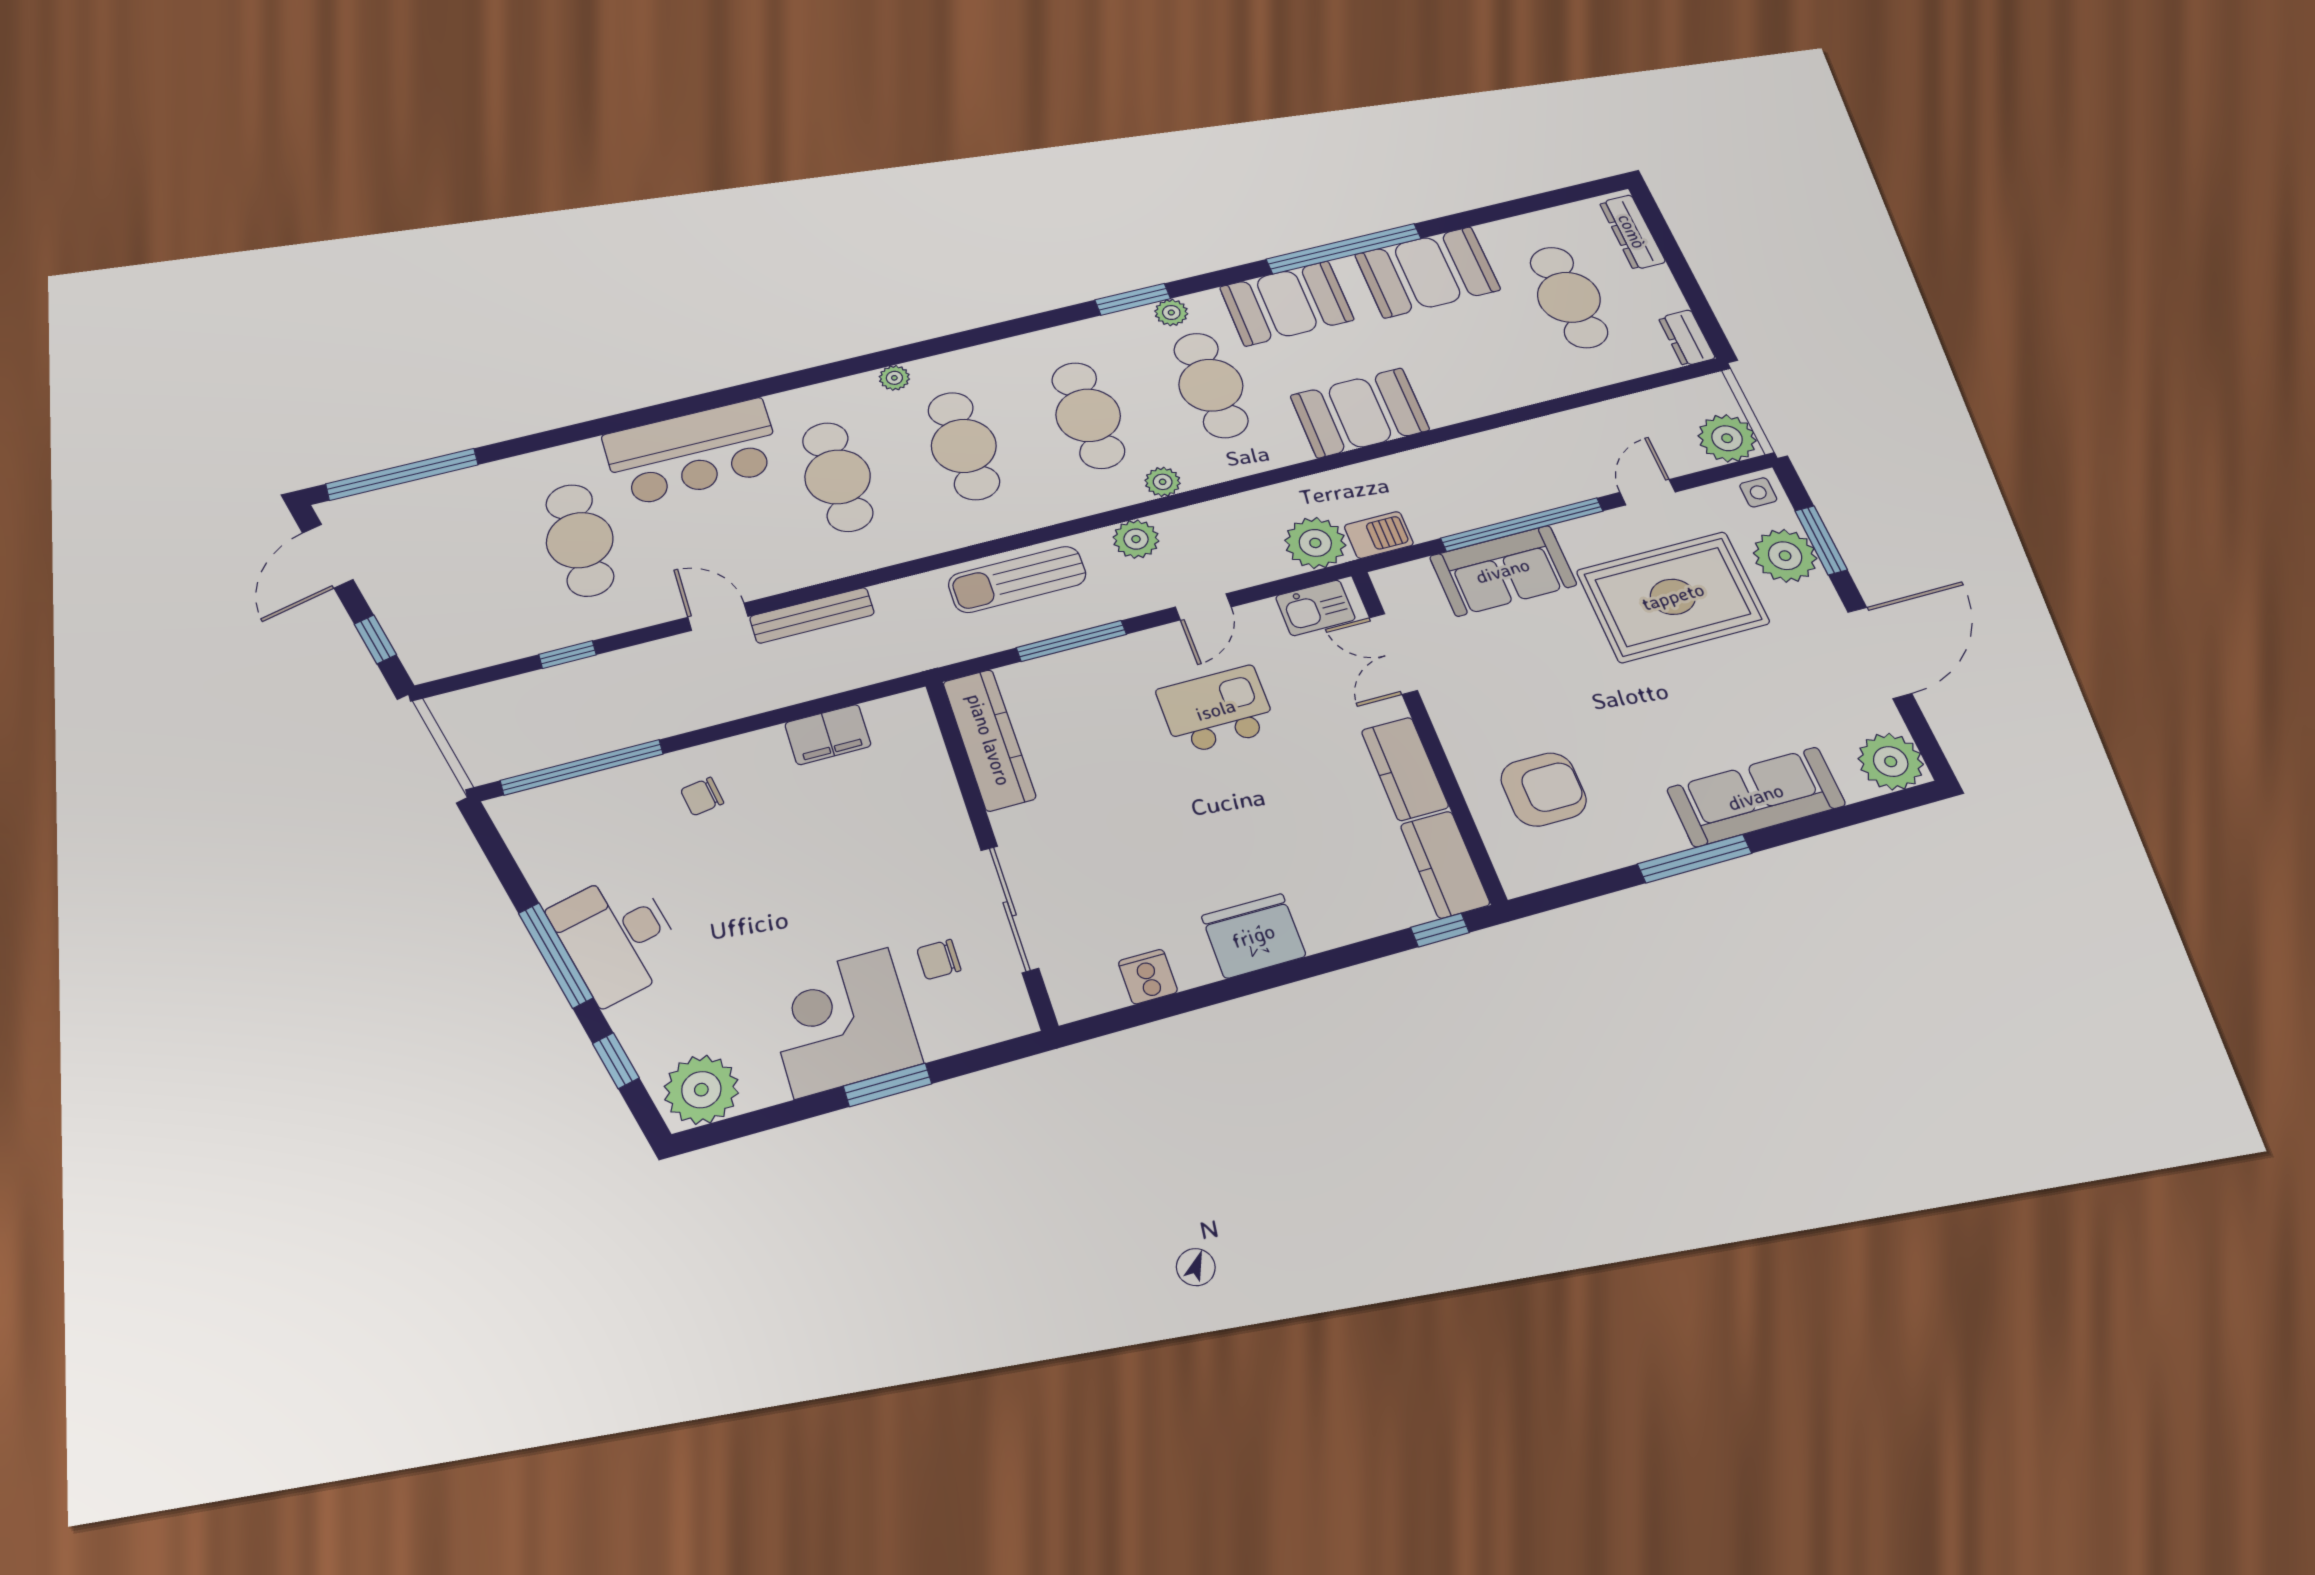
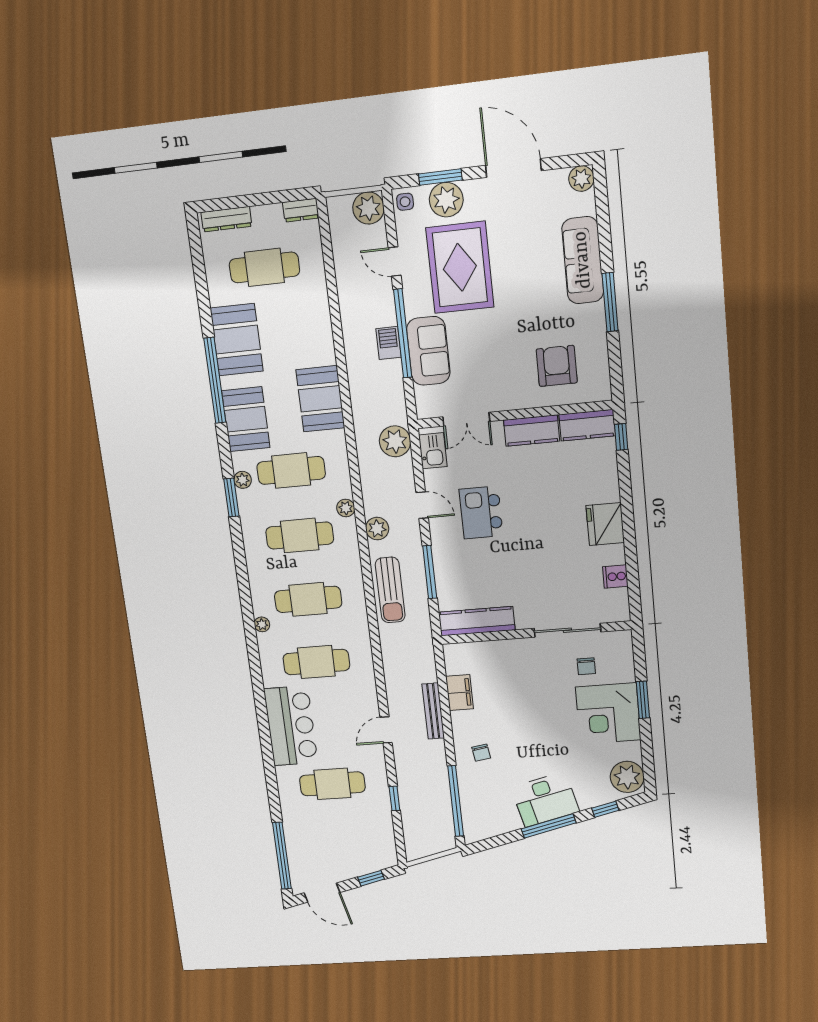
barbecue: (1379, 535) -> (388, 343), moved
bench: (812, 615) -> (433, 711), moved
plant: (1891, 762) -> (581, 179), width x0.73, depth x0.73

